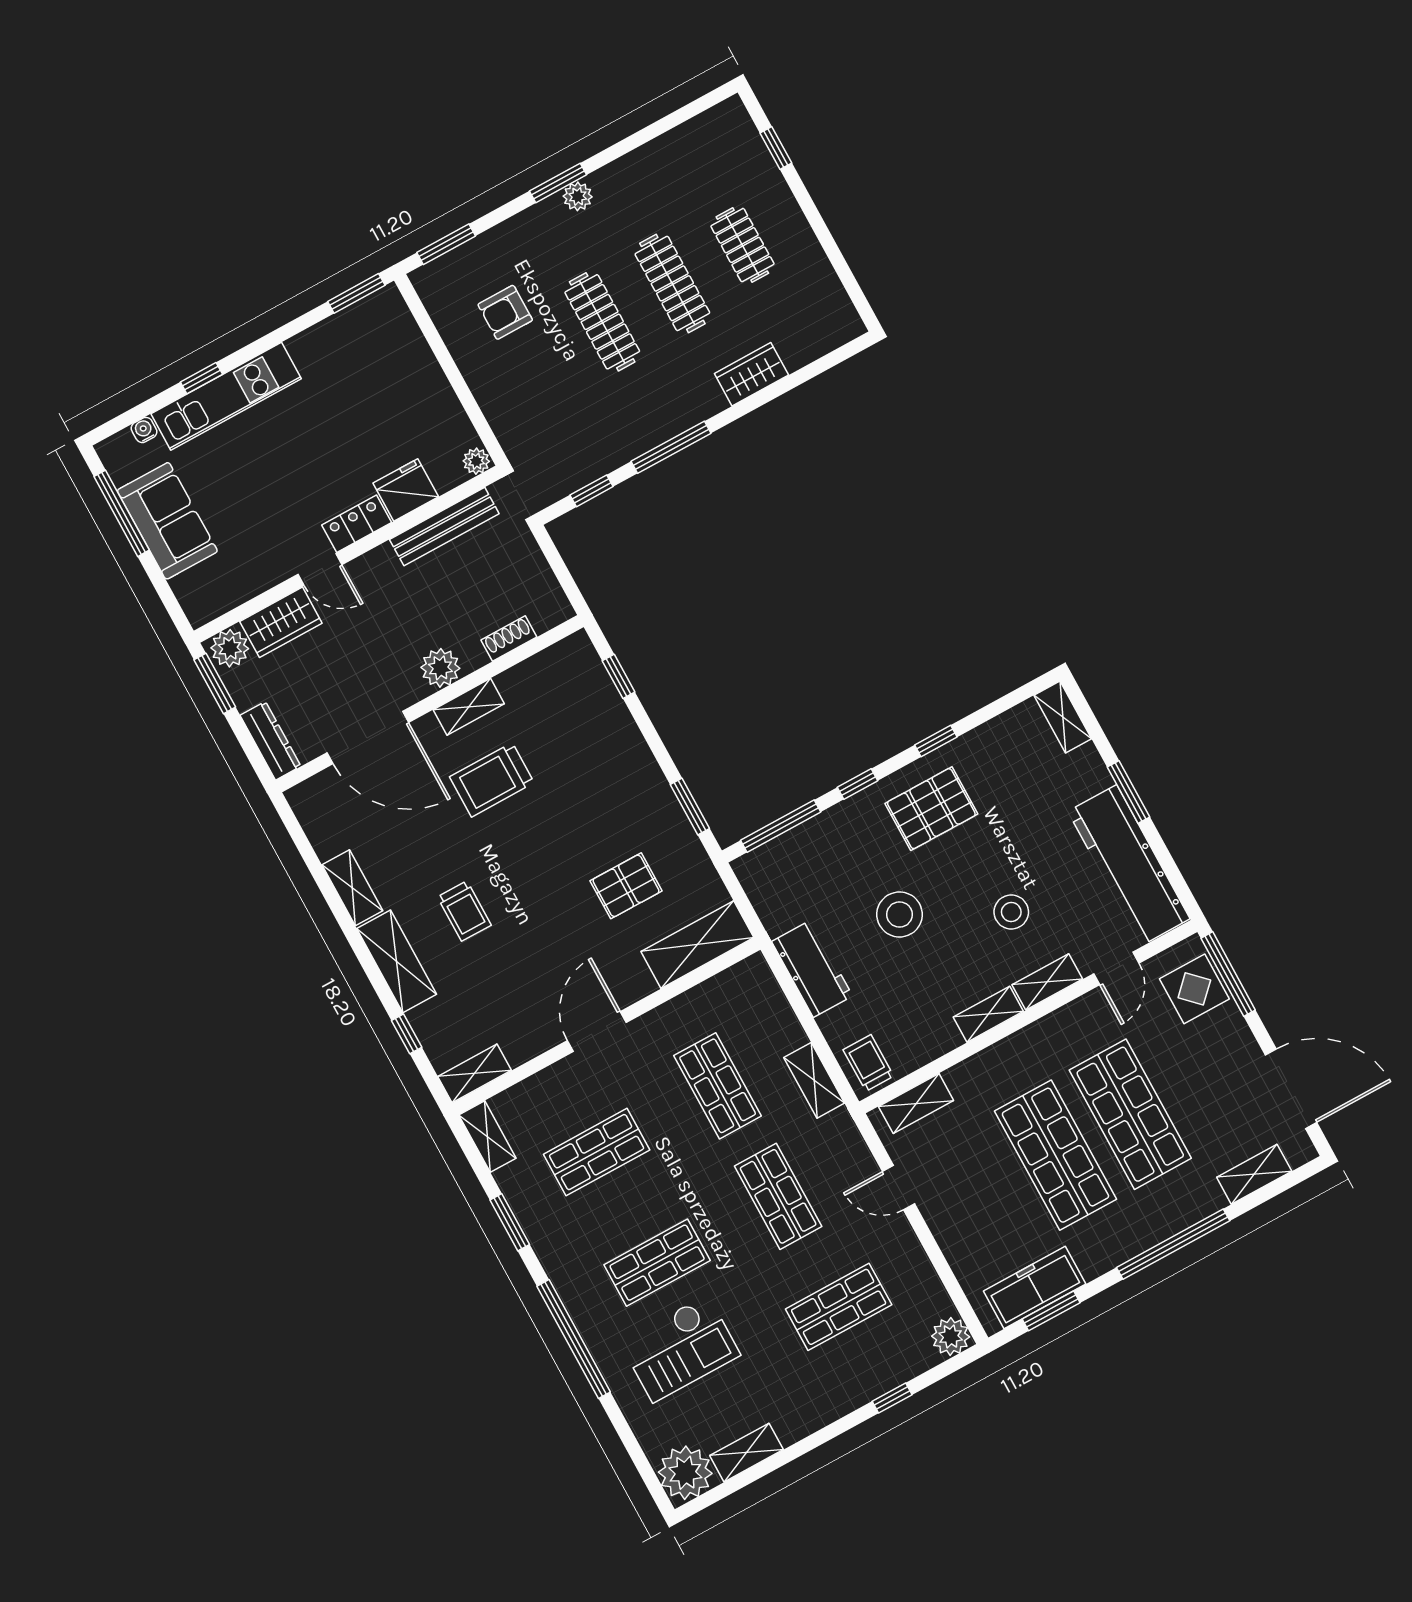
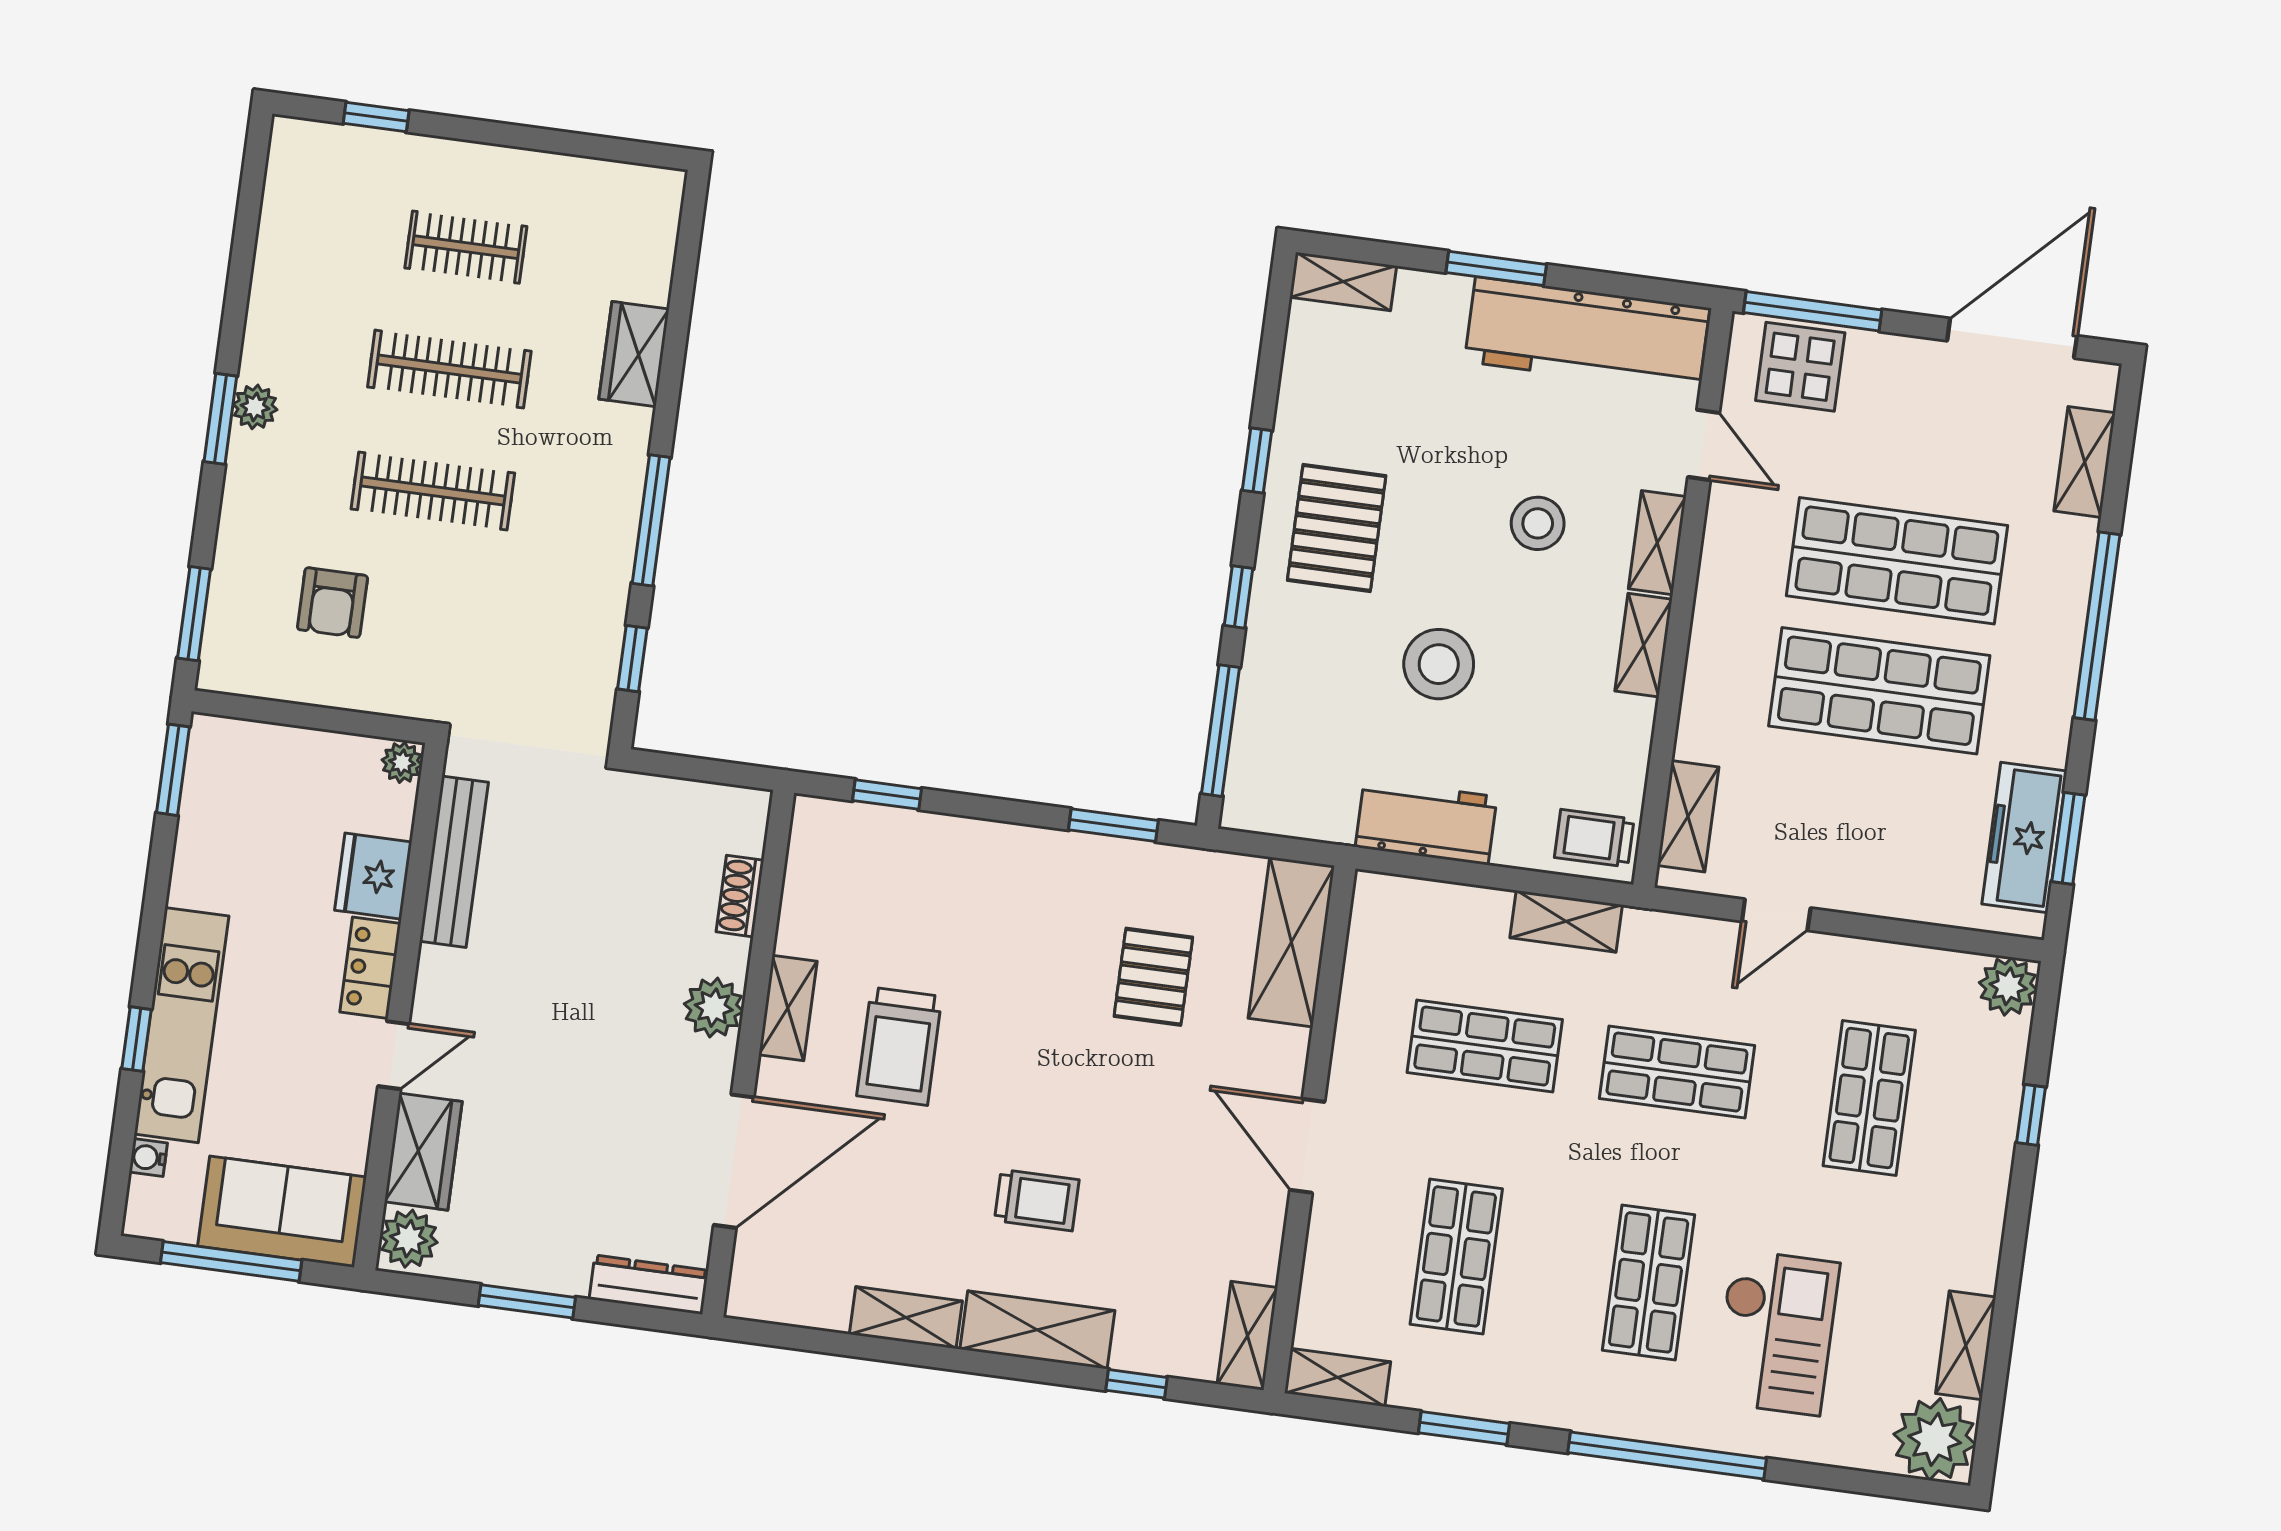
plant: (476, 461) -> (402, 762), moved
fridge: (406, 490) -> (373, 876), moved
locker: (357, 524) -> (370, 968), moved
bench: (444, 527) -> (454, 862), moved
wall: (348, 554) -> (400, 1007), moved
door: (320, 570) -> (394, 1055), moved
wardrobe: (281, 622) -> (423, 1152), moved
plant: (230, 648) -> (409, 1239), moved

